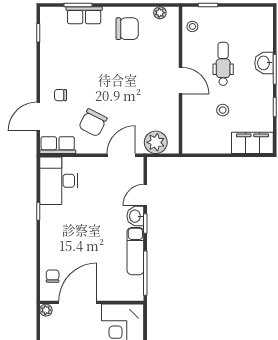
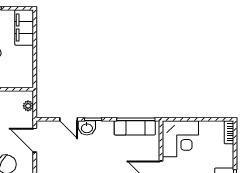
plant: (156, 142) -> (28, 106), width x0.53, depth x0.53
exam couch: (135, 251) -> (135, 128), moved

